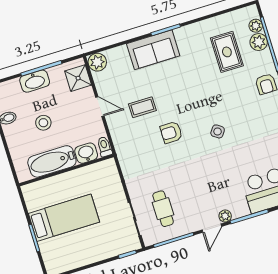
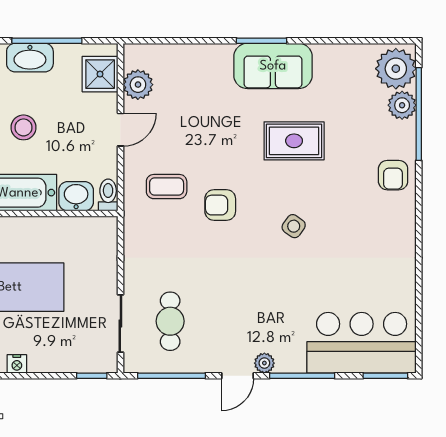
plant: (256, 26) -> (396, 69), width x1.88, depth x1.88
sofa: (153, 50) -> (273, 66), moved
rug: (227, 52) -> (294, 141), moved, turned 90
plant: (97, 62) -> (138, 85), moved
door: (100, 107) -> (120, 130), hinge flipped
coffee table: (142, 107) -> (167, 187), moved
nightstand: (82, 261) -> (17, 364), added

